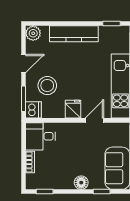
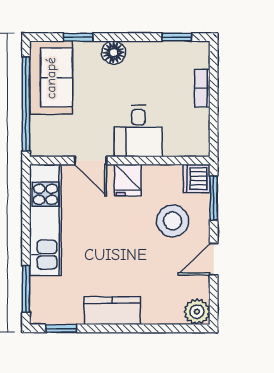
kitchen counter: (74, 34) -> (112, 311), width x0.67
door: (94, 120) -> (91, 161), hinge flipped
desk: (41, 136) -> (138, 131), moved, turned 90

